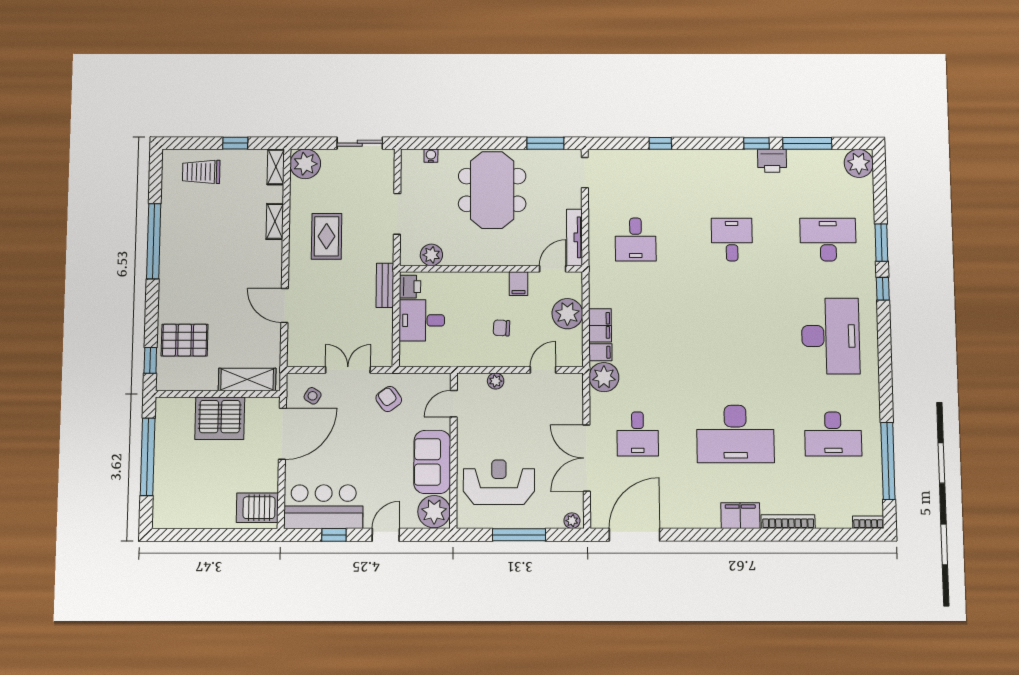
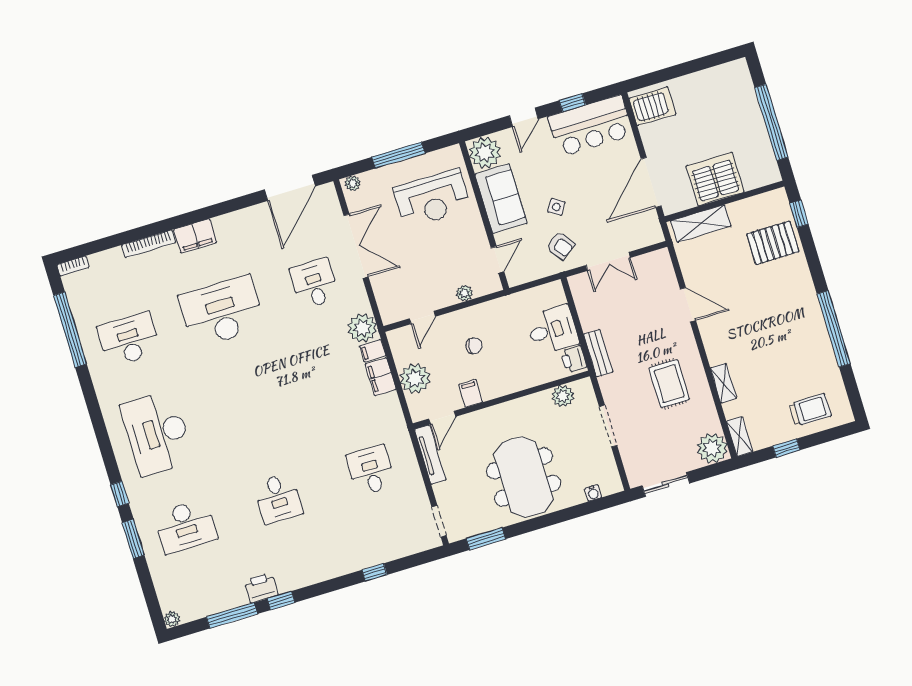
plant: (859, 163) -> (172, 619), width x0.53, depth x0.53
side table: (313, 396) -> (556, 207), moved

